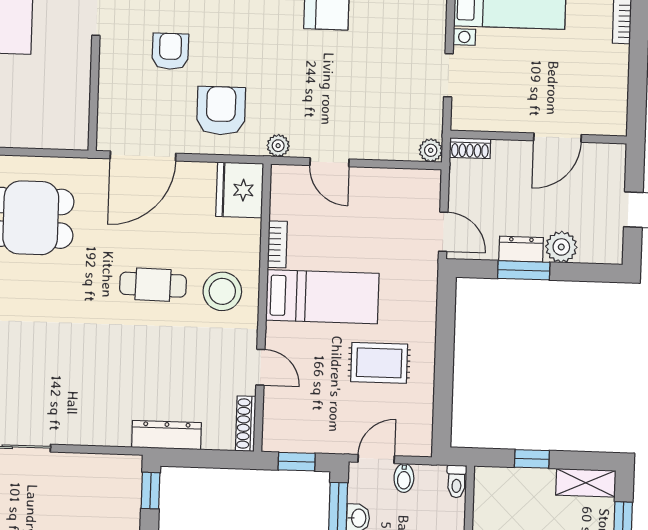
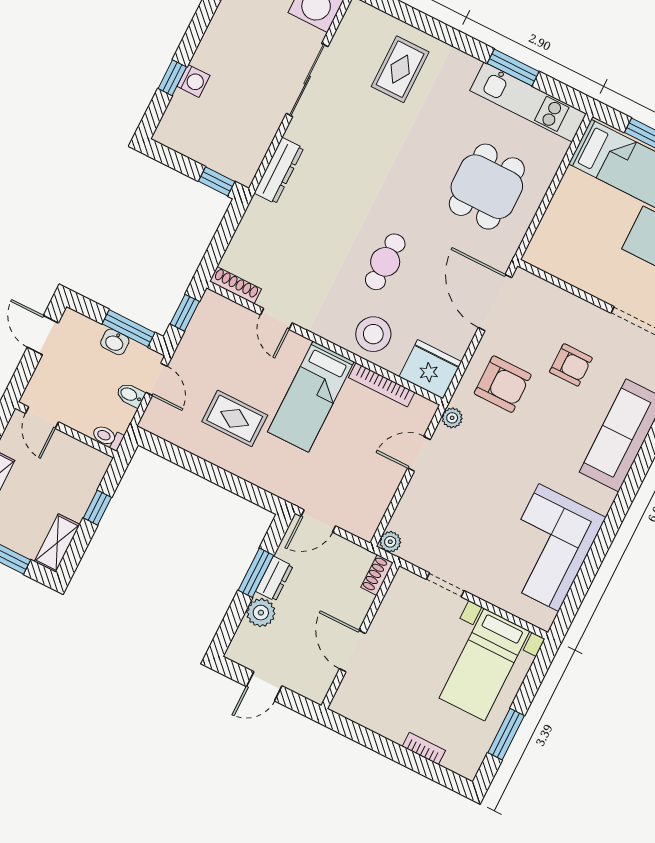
bookcase: (277, 244) -> (382, 385), width x1.56
stool: (222, 291) -> (373, 334), moved
rug: (379, 363) -> (235, 418), turned 90
door: (260, 367) -> (276, 319), hinge flipped
dresser: (167, 435) -> (279, 171), moved

